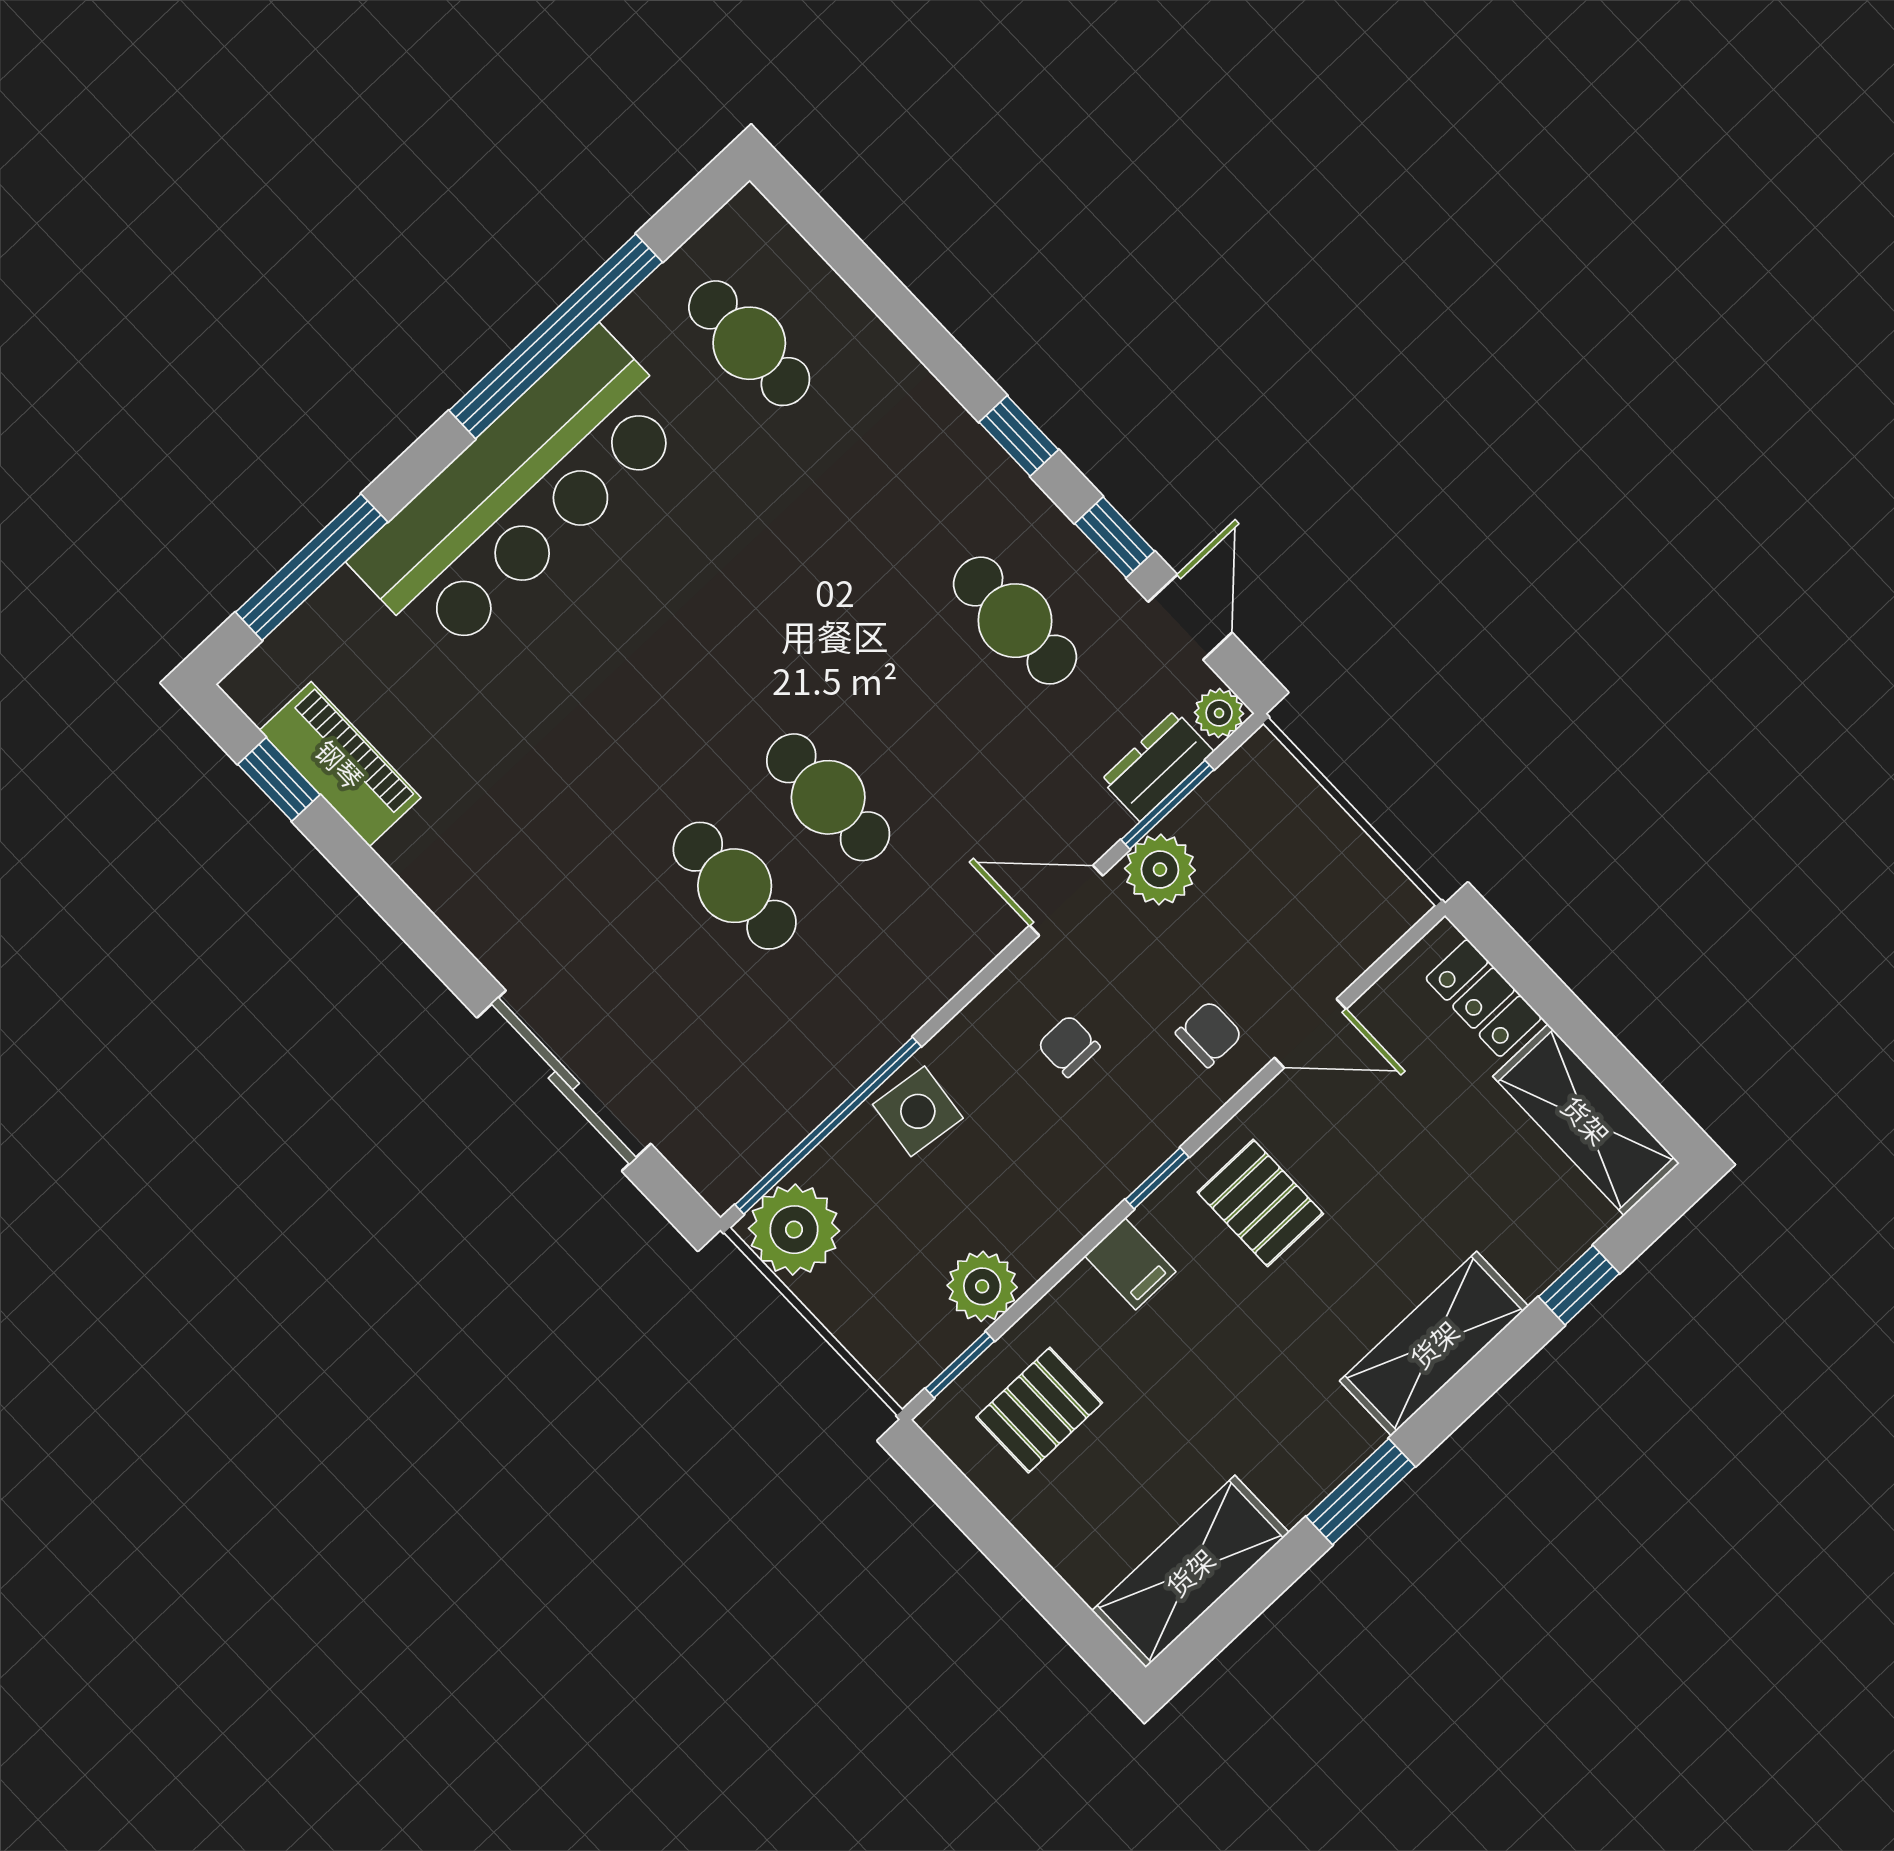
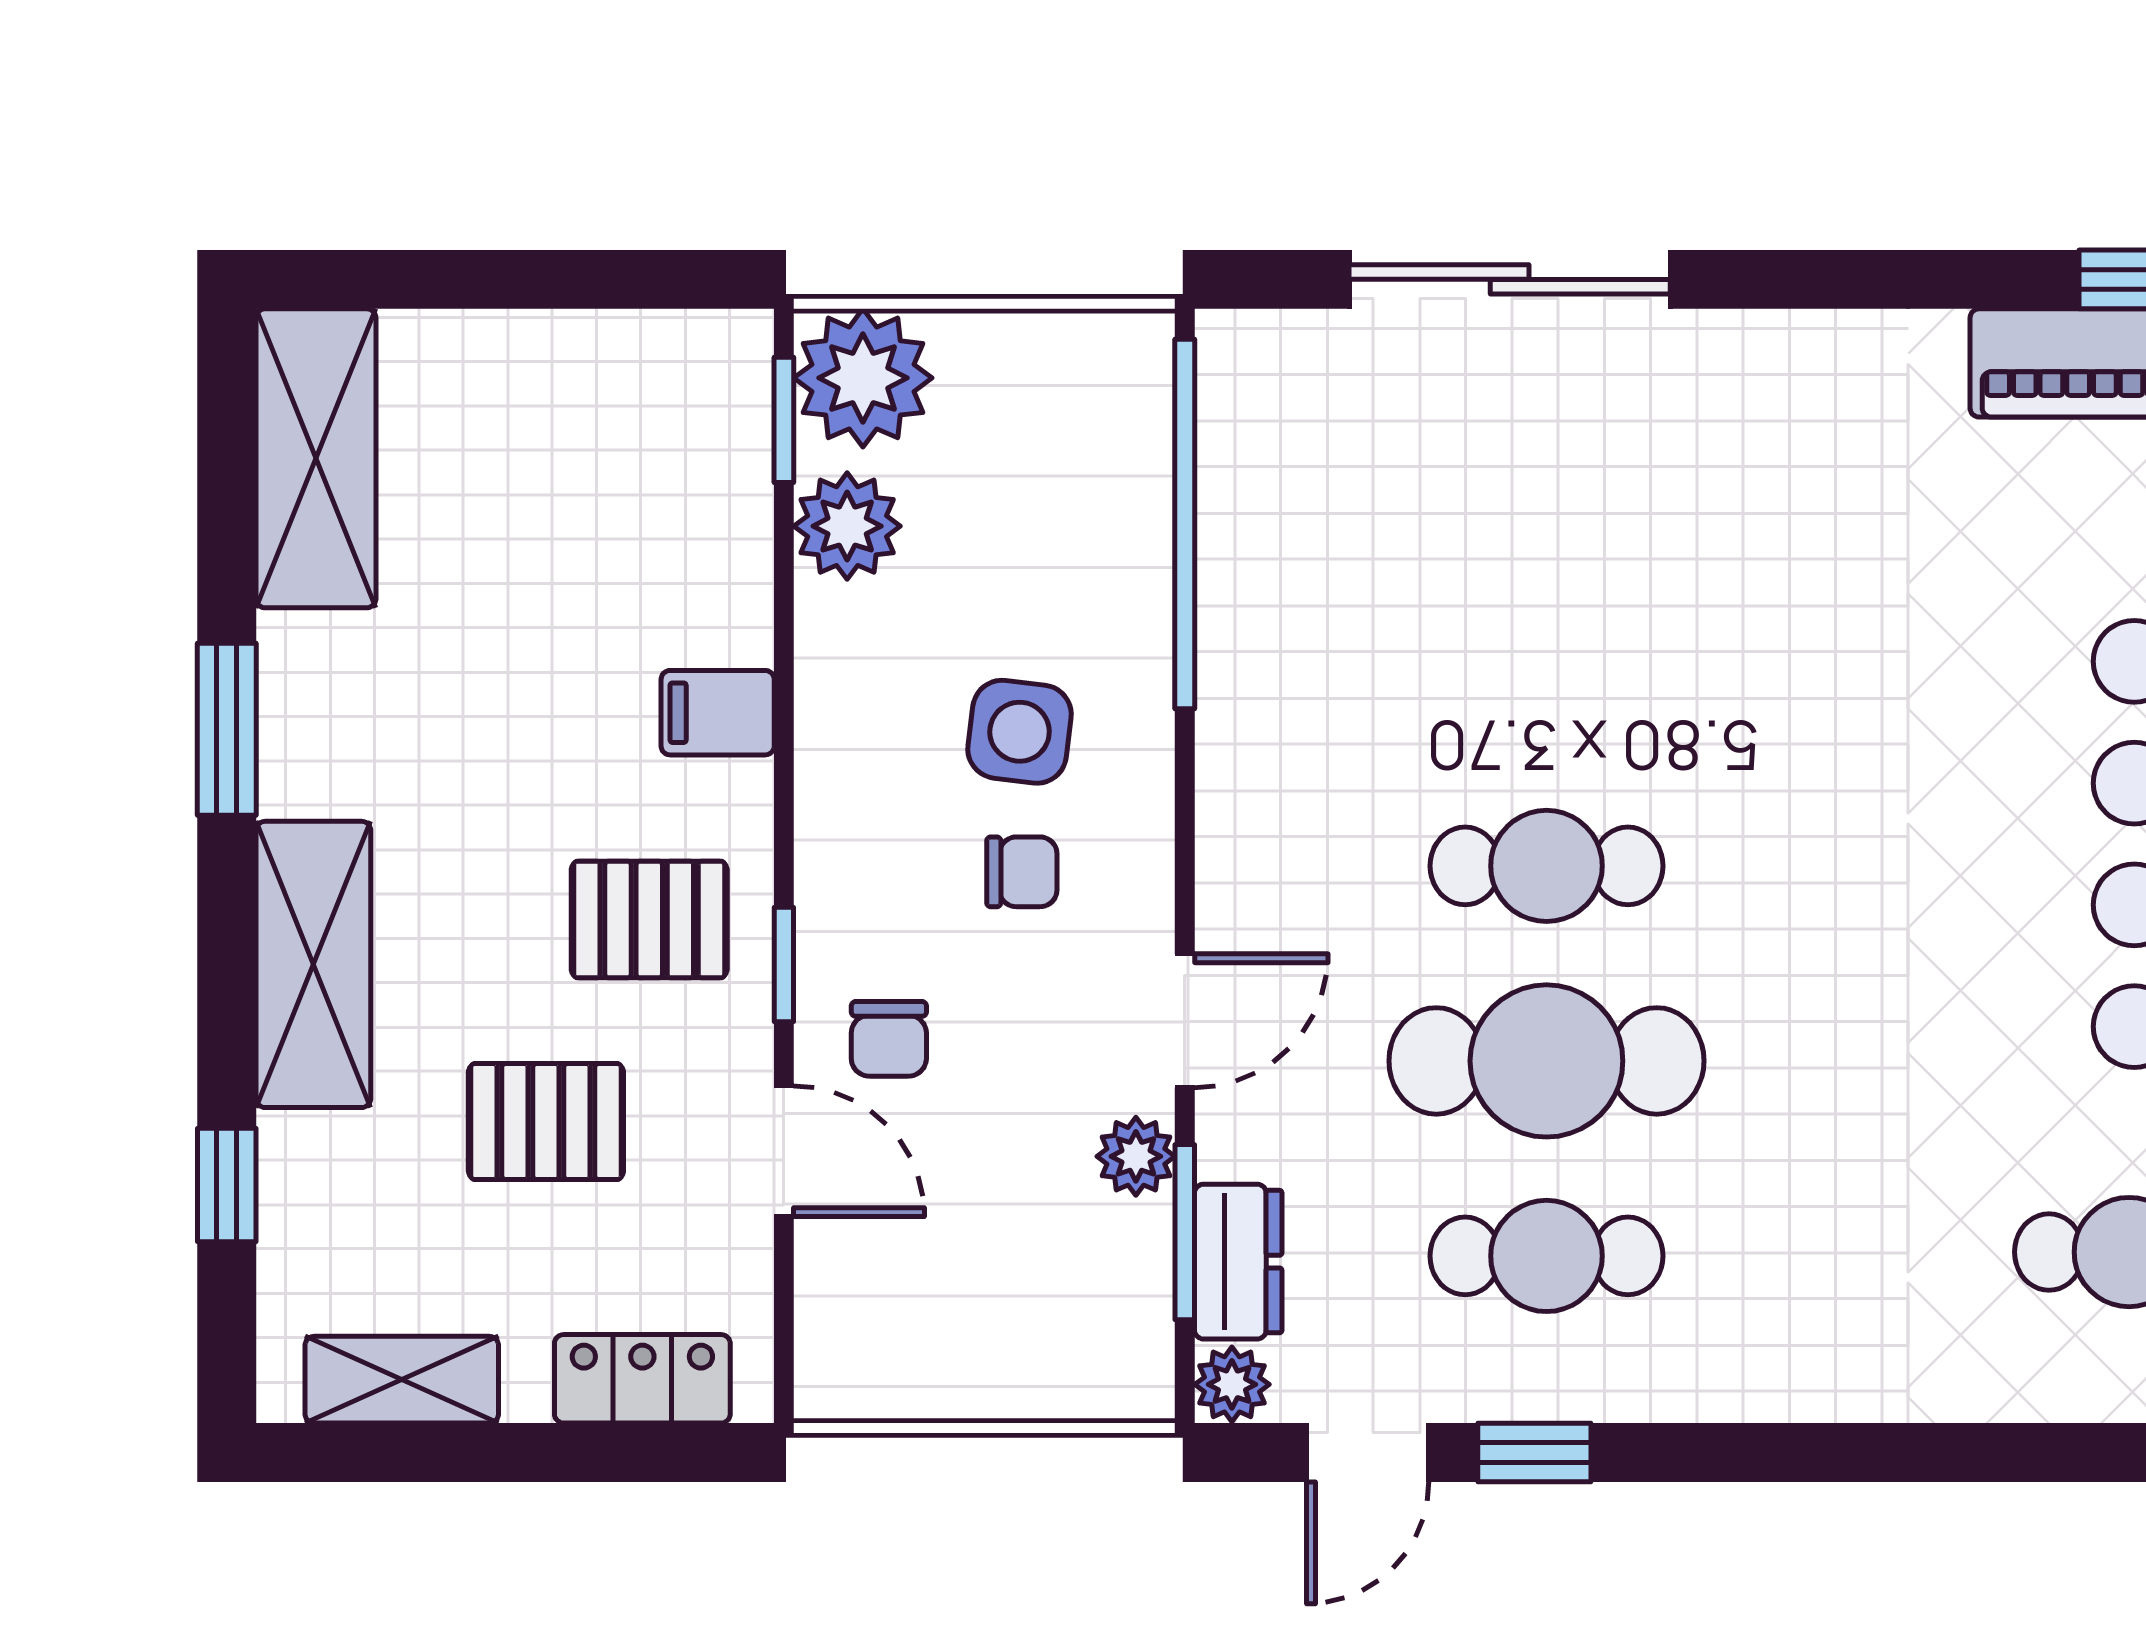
window: (1019, 436) -> (1746, 1452), removed
door: (1190, 617) -> (1368, 1452), hinge flipped
plant: (1160, 869) -> (1136, 1156), width x0.73, depth x0.73
cafe table: (735, 886) -> (1546, 1061), moved, width x1.37, depth x1.35
door: (1310, 1033) -> (784, 1151), swing flipped
side table: (918, 1111) -> (1020, 732), moved
shelving: (1586, 1120) -> (402, 1380), width x0.67, depth x0.75
window: (1157, 1178) -> (784, 965), moved
plant: (794, 1230) -> (863, 378), moved
pallet: (1039, 1410) -> (546, 1122), moved, turned 90

